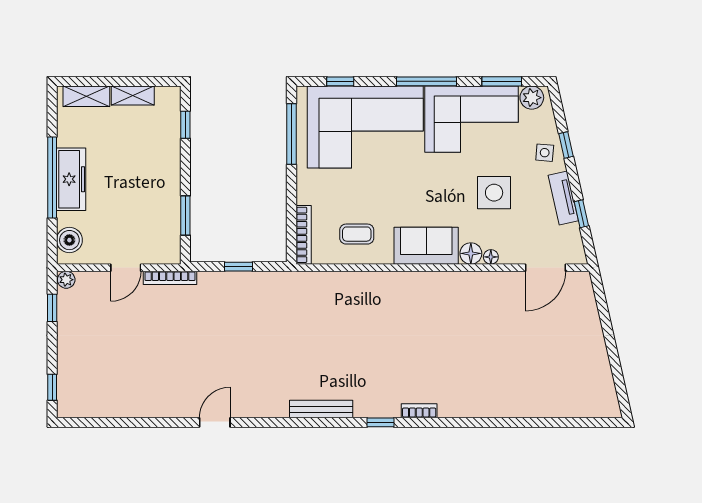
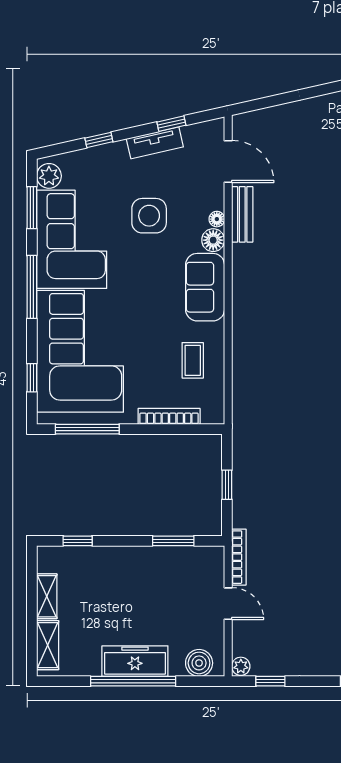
side table: (545, 153) -> (107, 162), removed
bookcase: (304, 235) -> (169, 416), moved
bench: (495, 281) -> (242, 214), added

